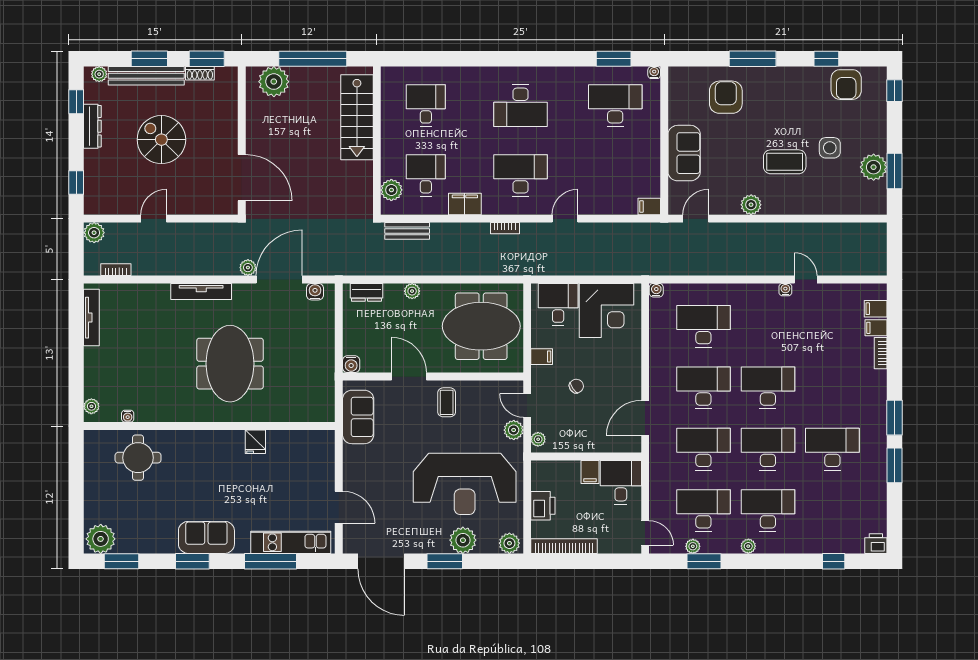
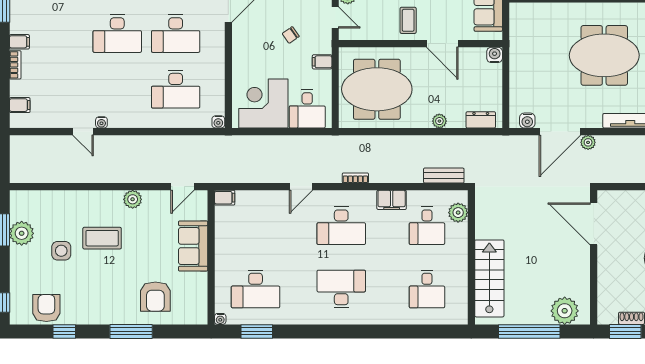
filing cabinet: (876, 328) -> (19, 42), moved
meeting table: (230, 364) -> (604, 55), turned 90

